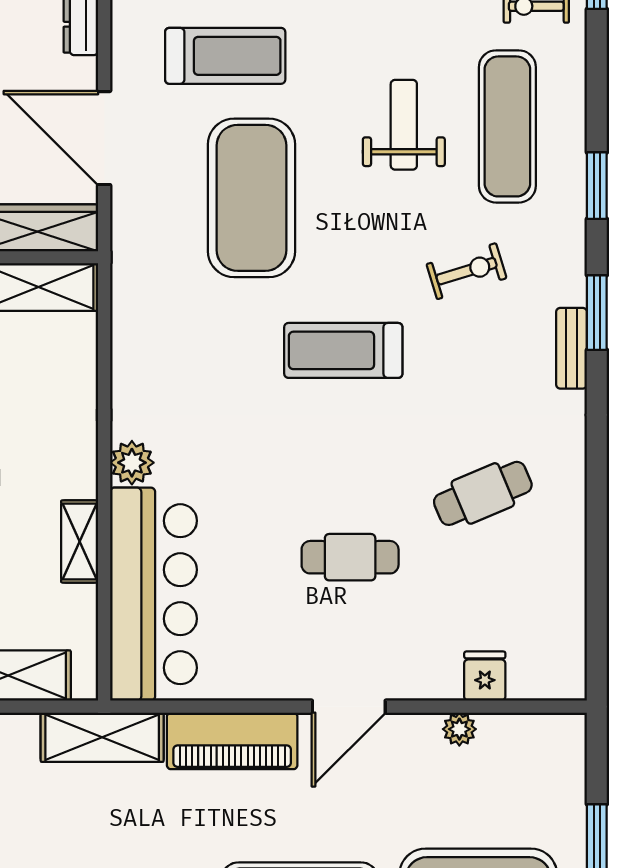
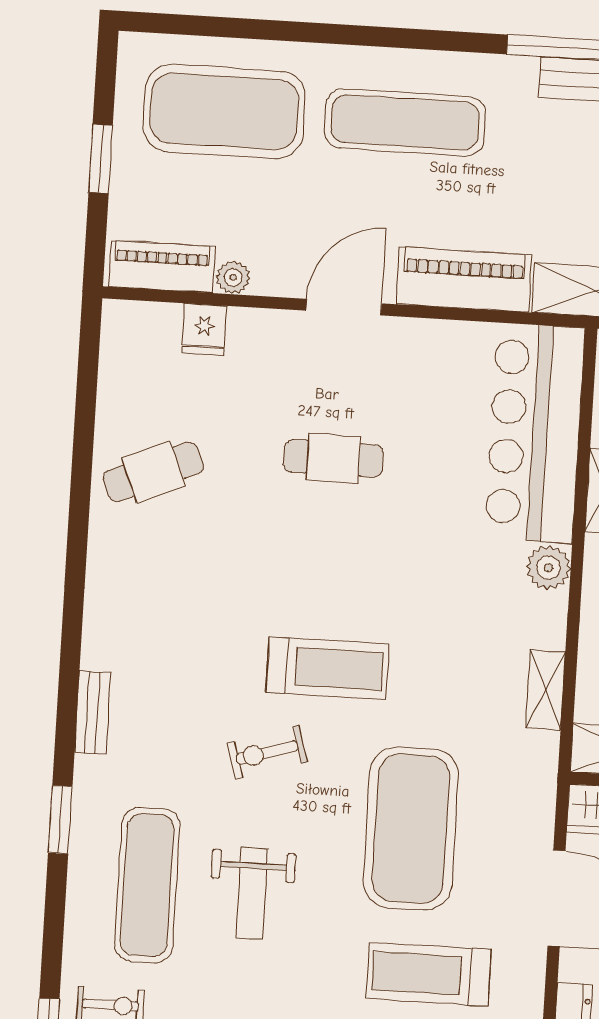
exercise bike: (467, 271) -> (267, 752), moved
window: (597, 313) -> (68, 691), removed
shelving: (127, 342) -> (546, 690), added
bench: (572, 348) -> (93, 712), moved
cafe table: (483, 493) -> (153, 472), moved
piano: (530, 735) -> (162, 267), added

